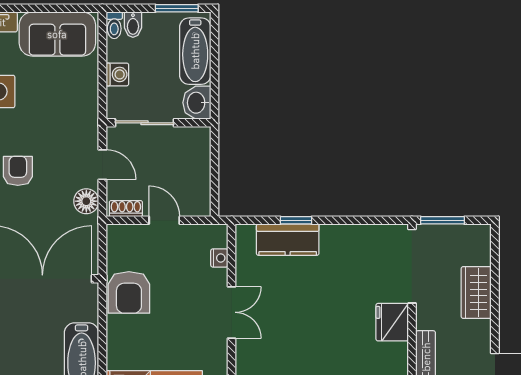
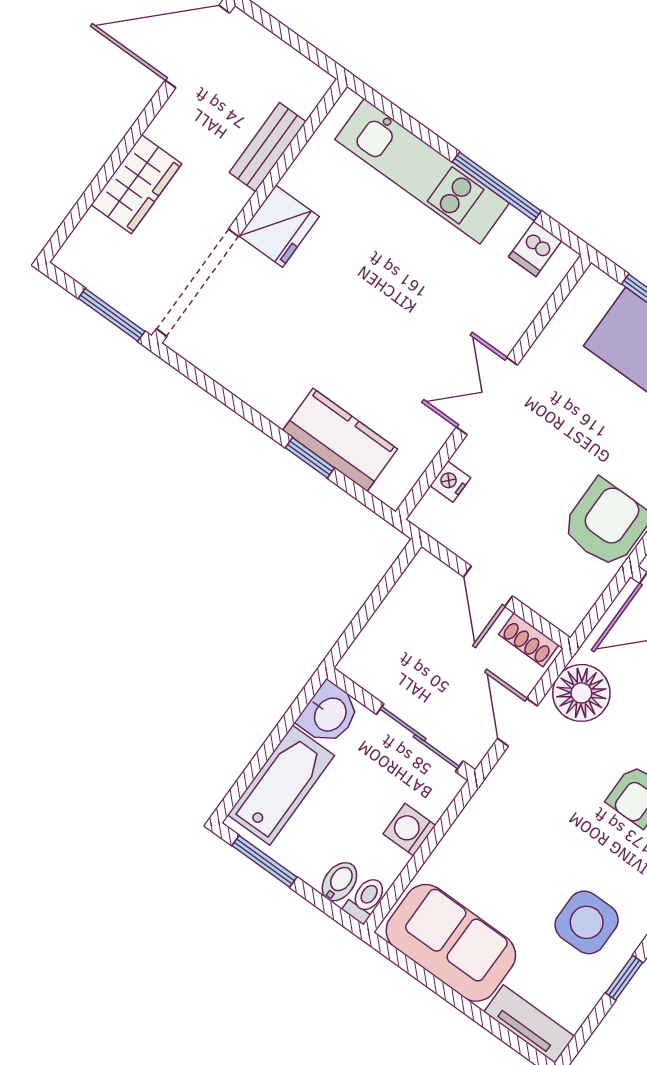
floor lamp: (86, 201) -> (581, 693), width x1.38, depth x1.38

